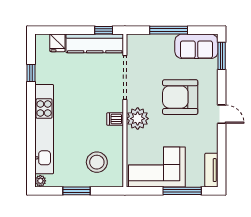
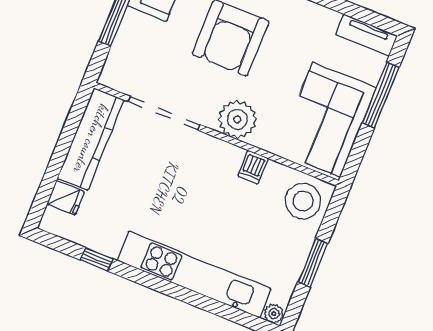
window: (104, 30) -> (75, 116), removed
dishwasher: (115, 119) -> (253, 167), moved
stool: (97, 162) -> (303, 201), moved

